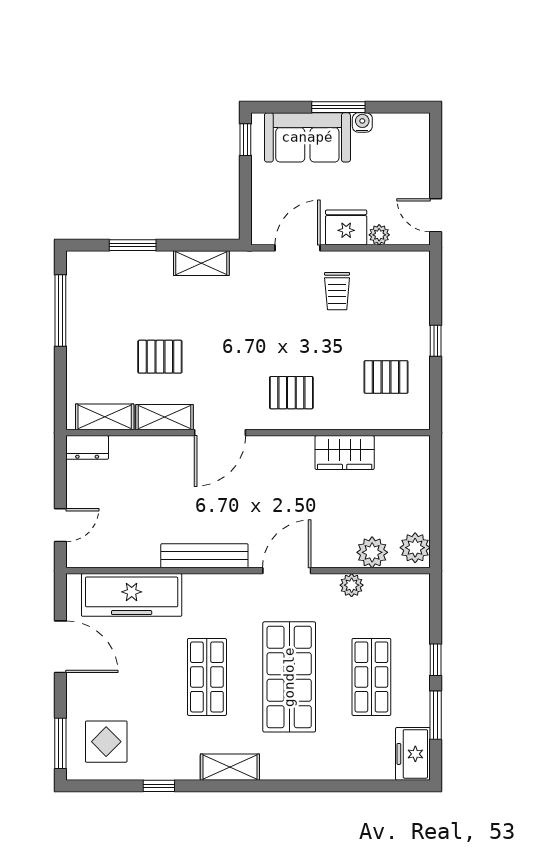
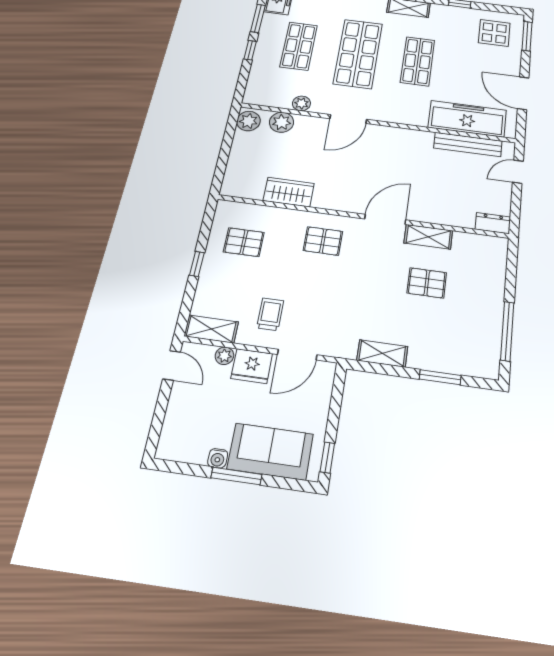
shelving: (105, 417) -> (211, 329), moved
bench: (204, 556) -> (468, 144), moved

